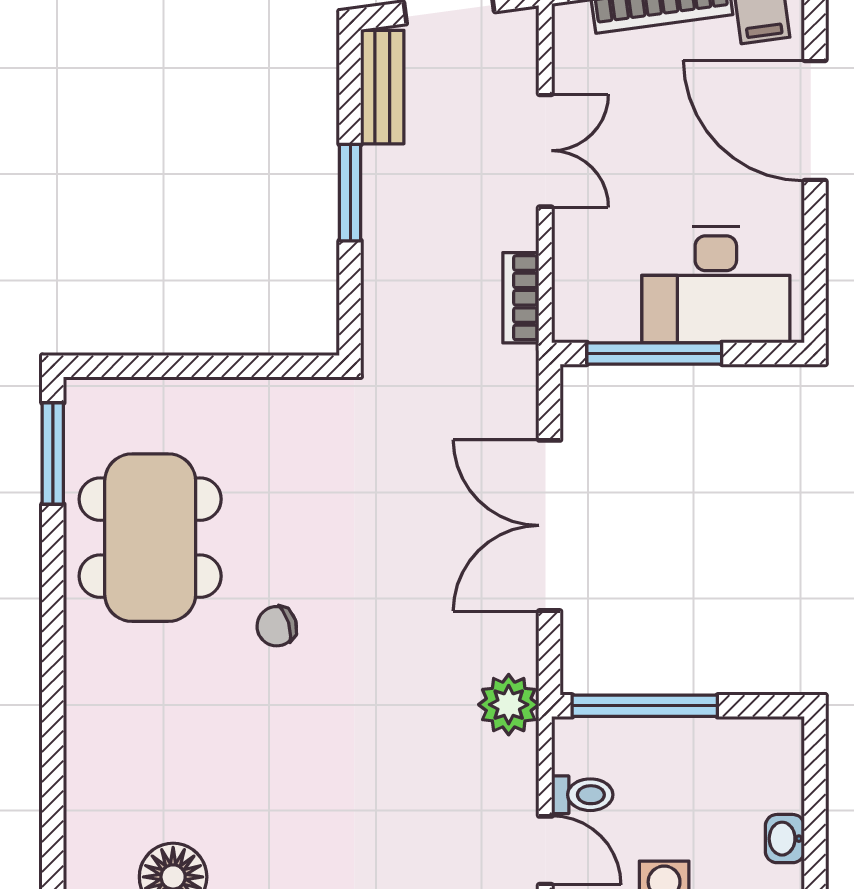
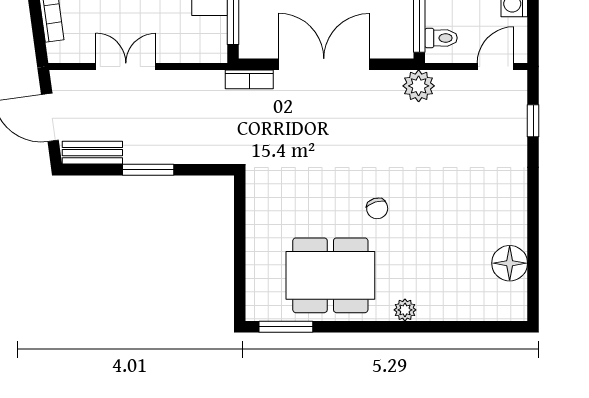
bookcase: (521, 298) -> (249, 79), moved
double door: (550, 525) -> (324, 64), swing flipped
plant: (85, 679) -> (405, 310), added
toilet: (582, 795) -> (441, 38), moved, turned 90

